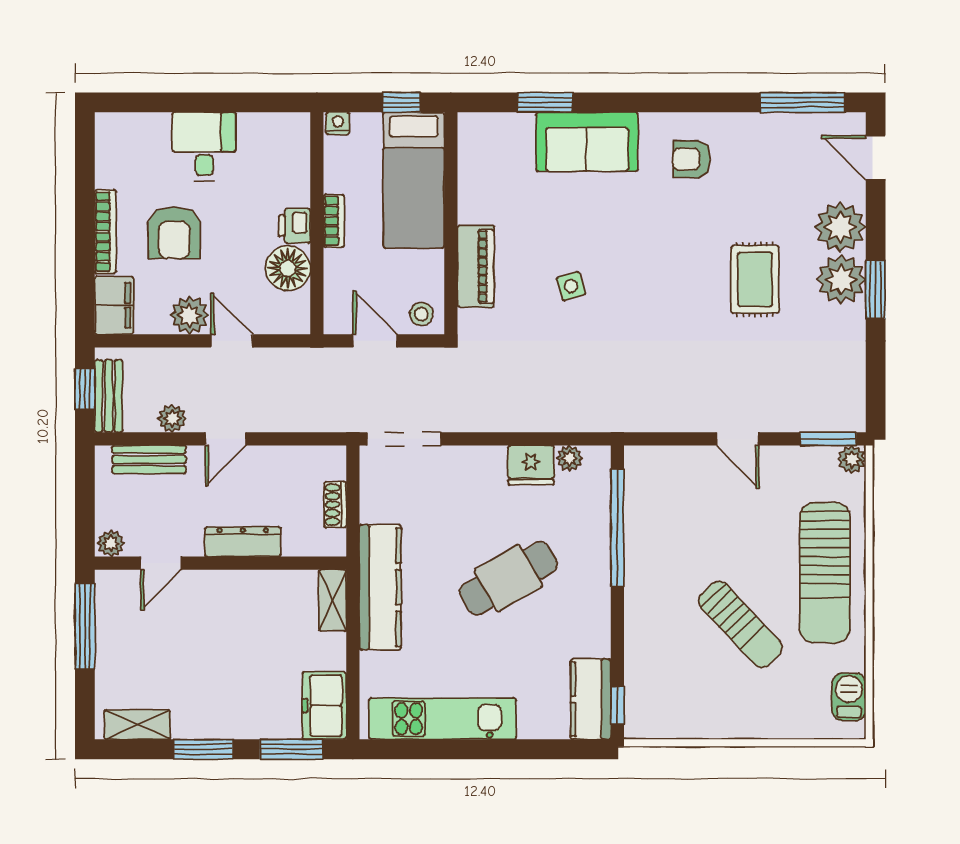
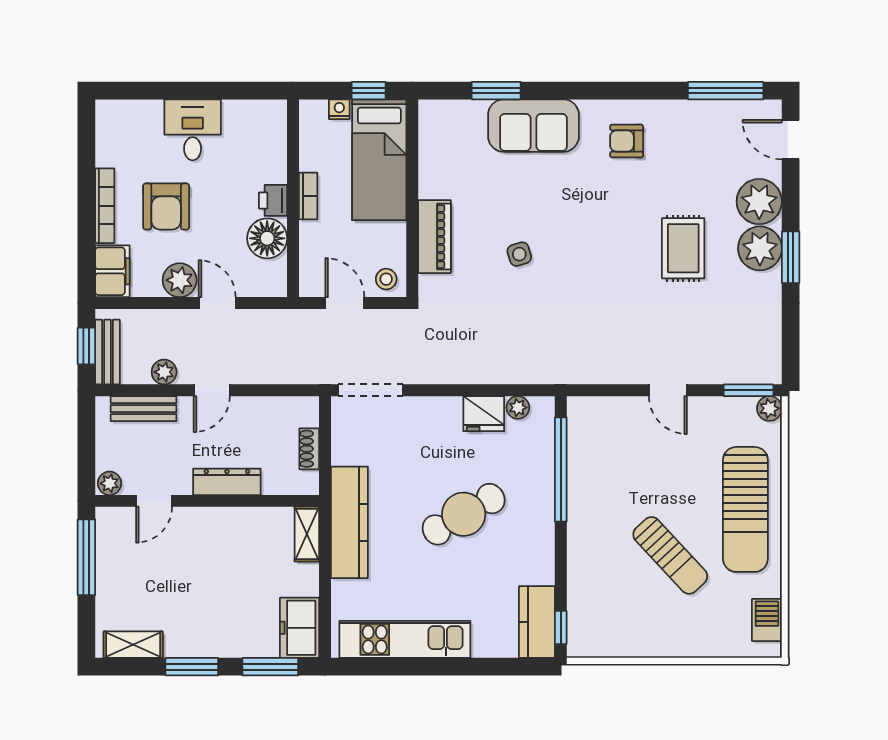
nightstand: (338, 123) -> (339, 109), moved

